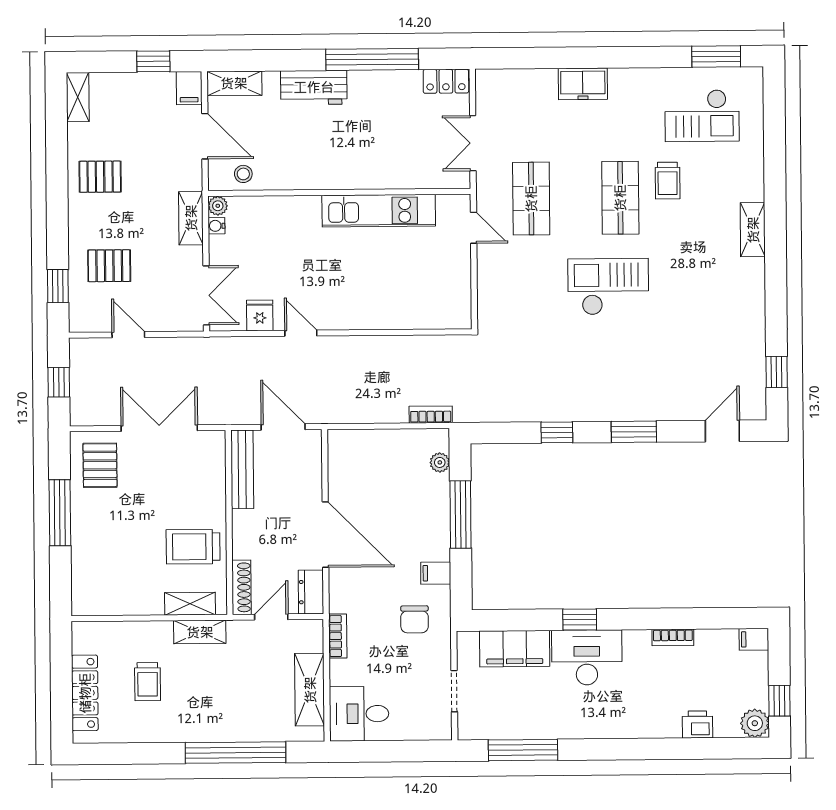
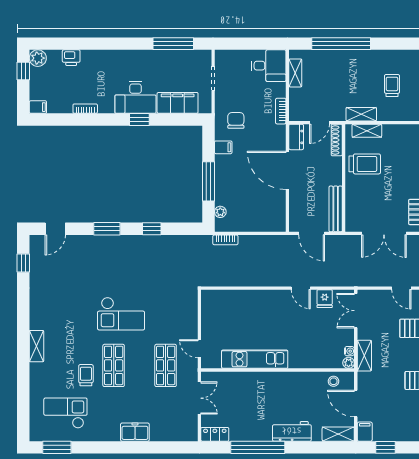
shelving: (310, 690) -> (295, 73), width x0.67, depth x0.75

